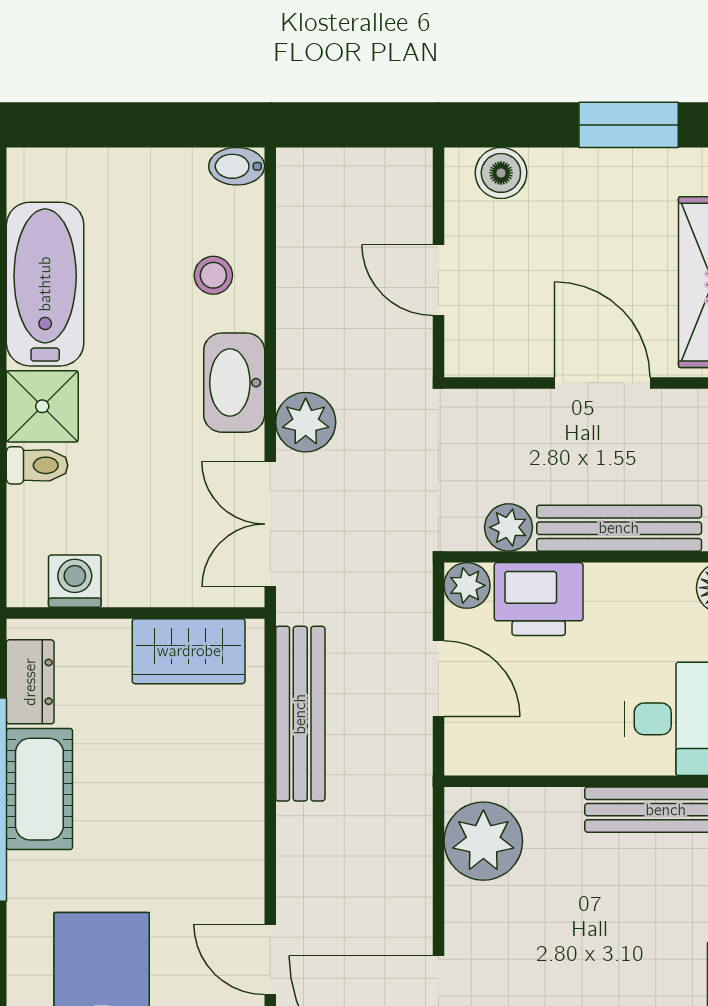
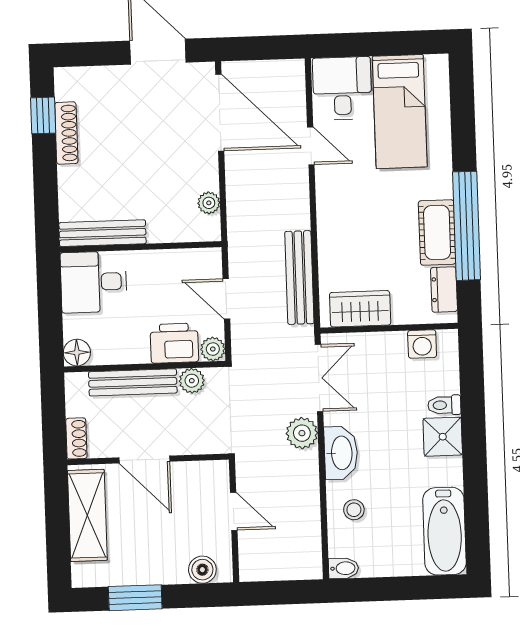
bathtub: (45, 284) -> (444, 531), moved
plant: (483, 841) -> (209, 203), width x0.53, depth x0.53

